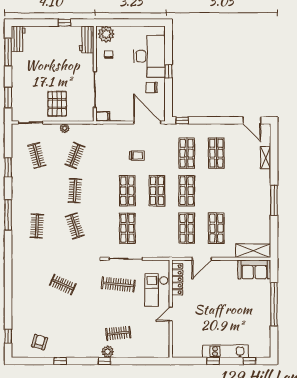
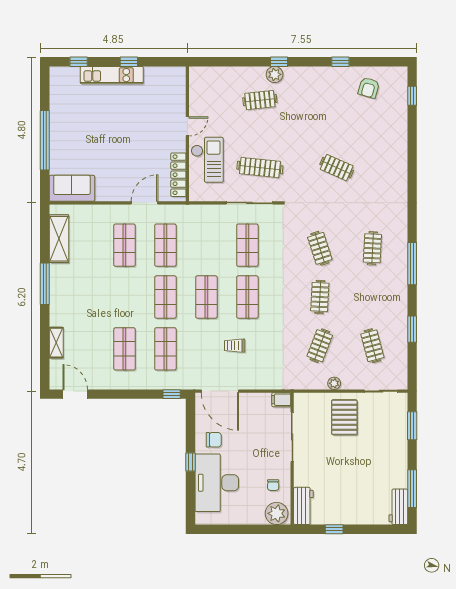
shelving: (253, 251) -> (59, 239), moved, turned 90

